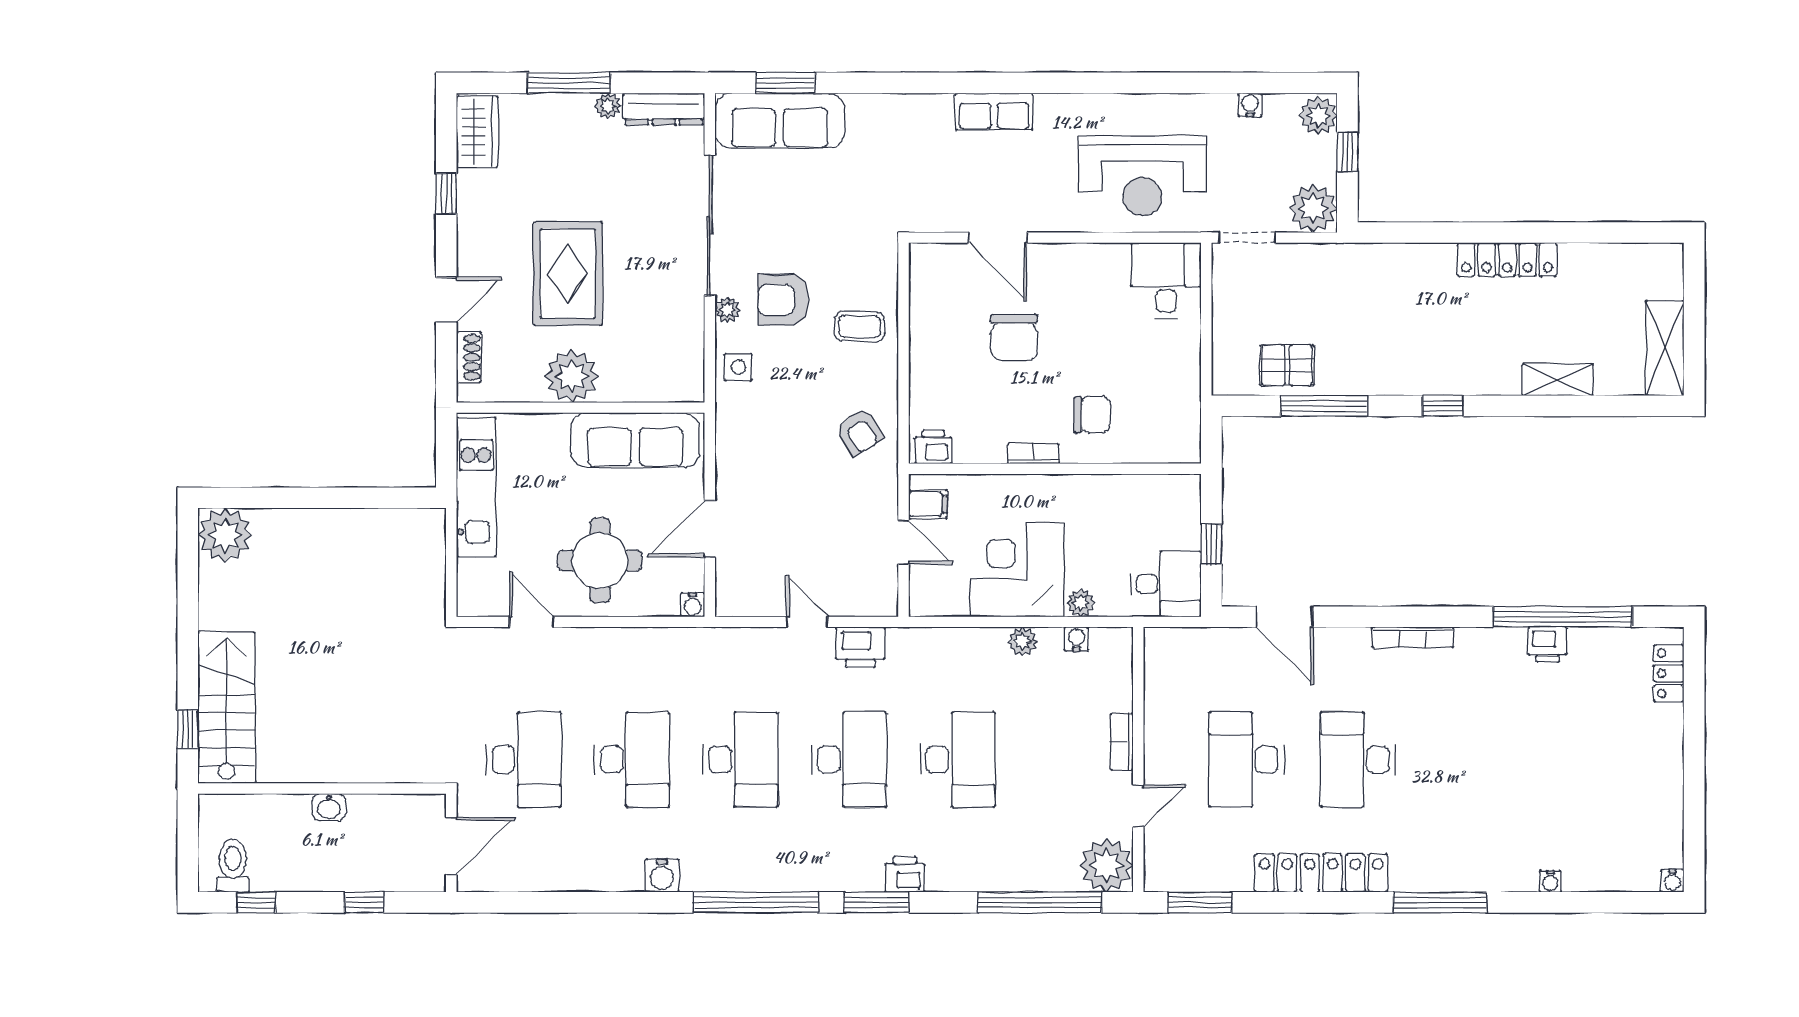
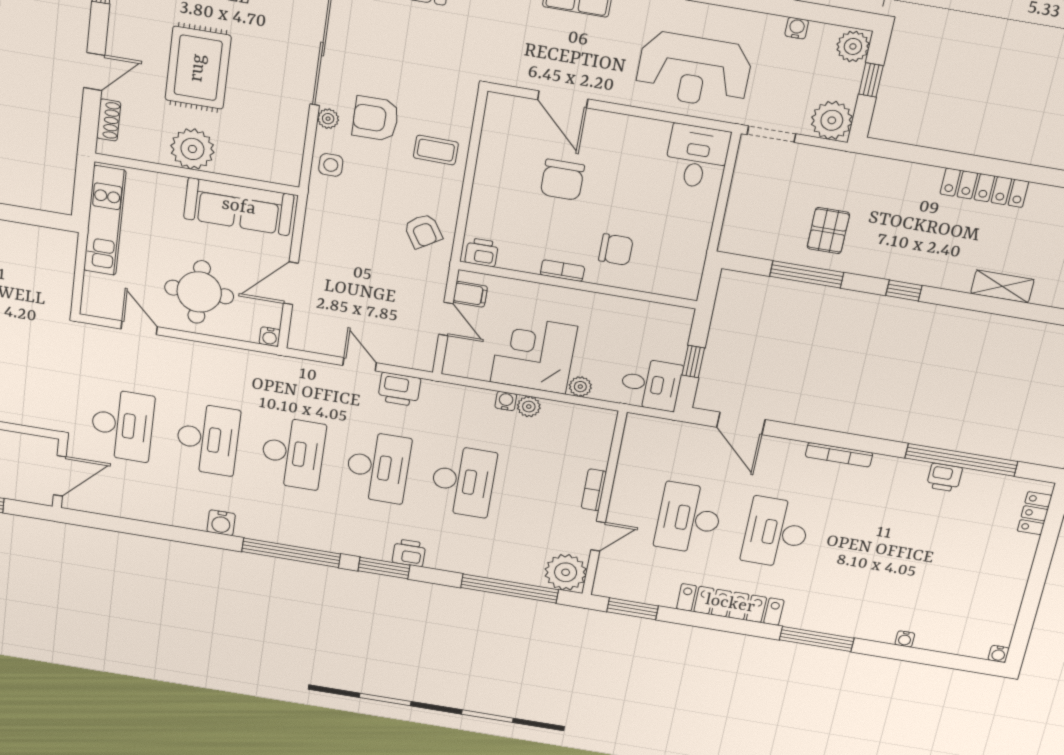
pallet: (1287, 365) -> (828, 231), moved, turned 90
water cooler: (1077, 639) -> (506, 401), moved

